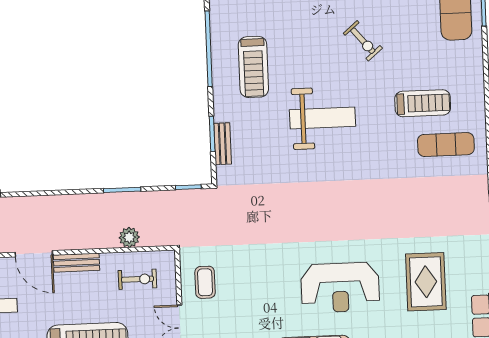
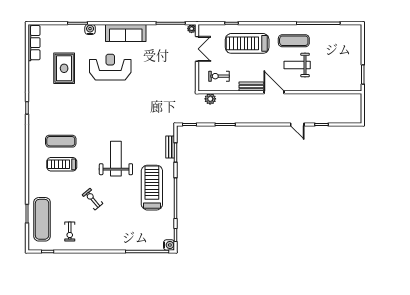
treadmill: (253, 67) -> (152, 188), width x1.37, depth x1.38
weight bench: (323, 118) -> (116, 159), turned 90
exercise mat: (446, 145) -> (61, 141), moved
plant: (129, 237) -> (210, 99), moved
coffee table: (205, 282) -> (183, 73), removed

